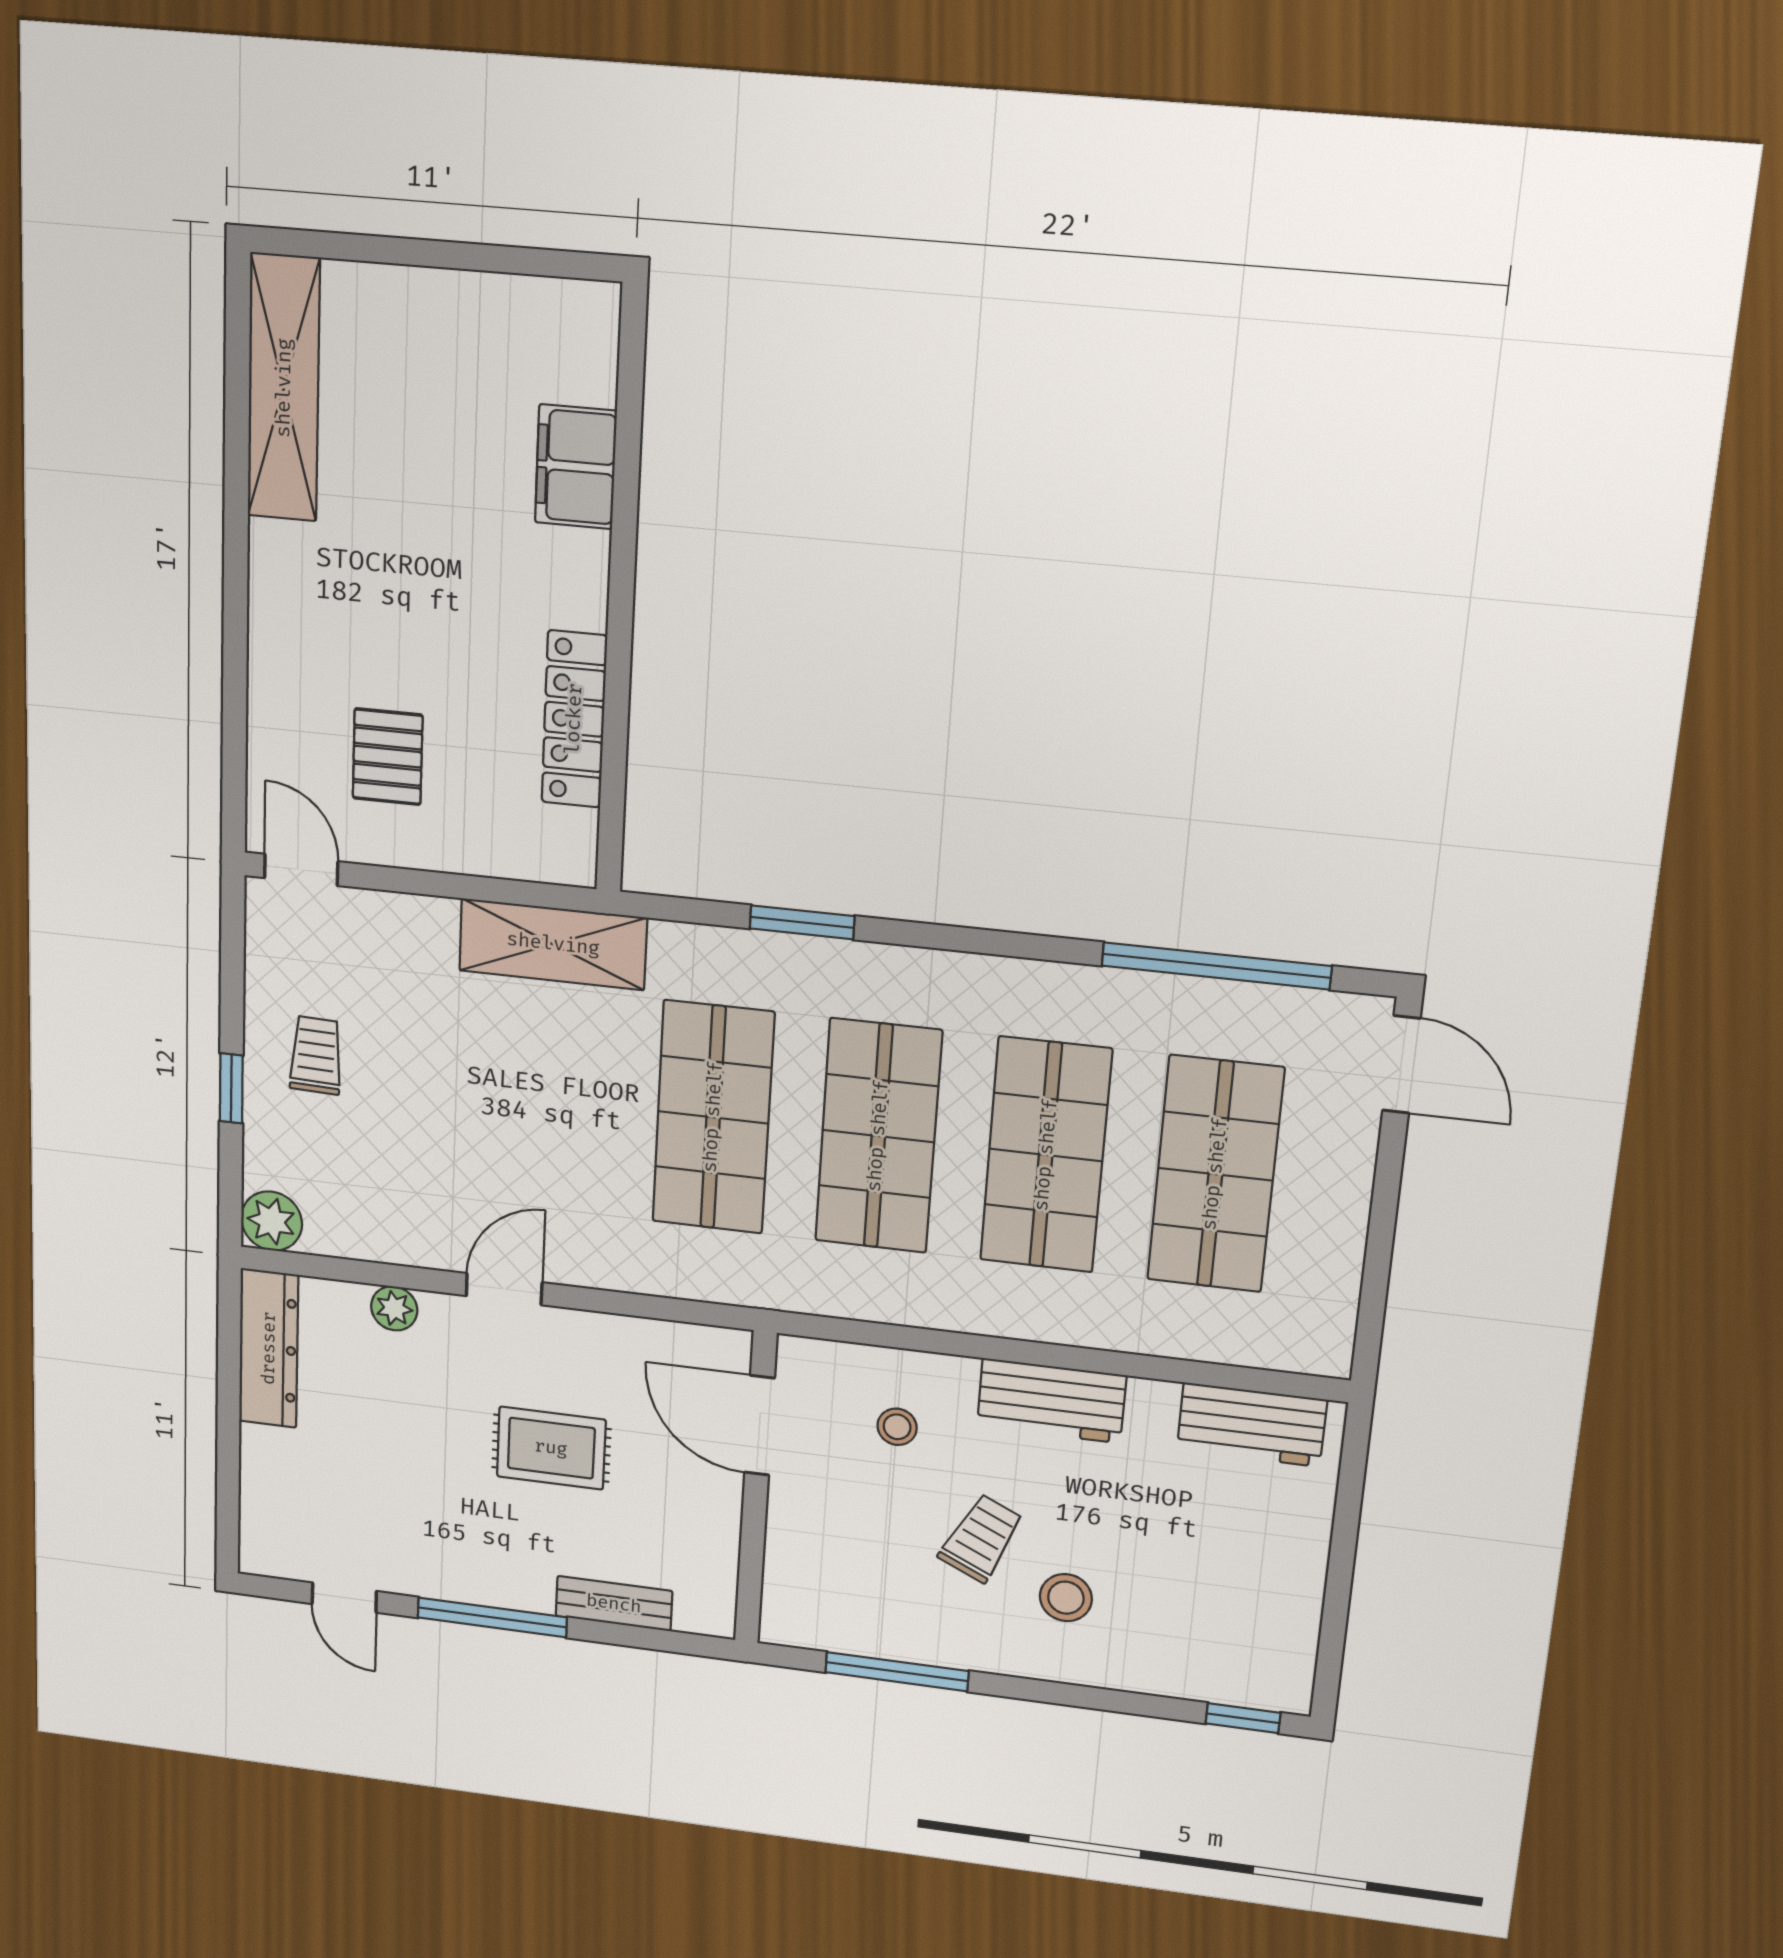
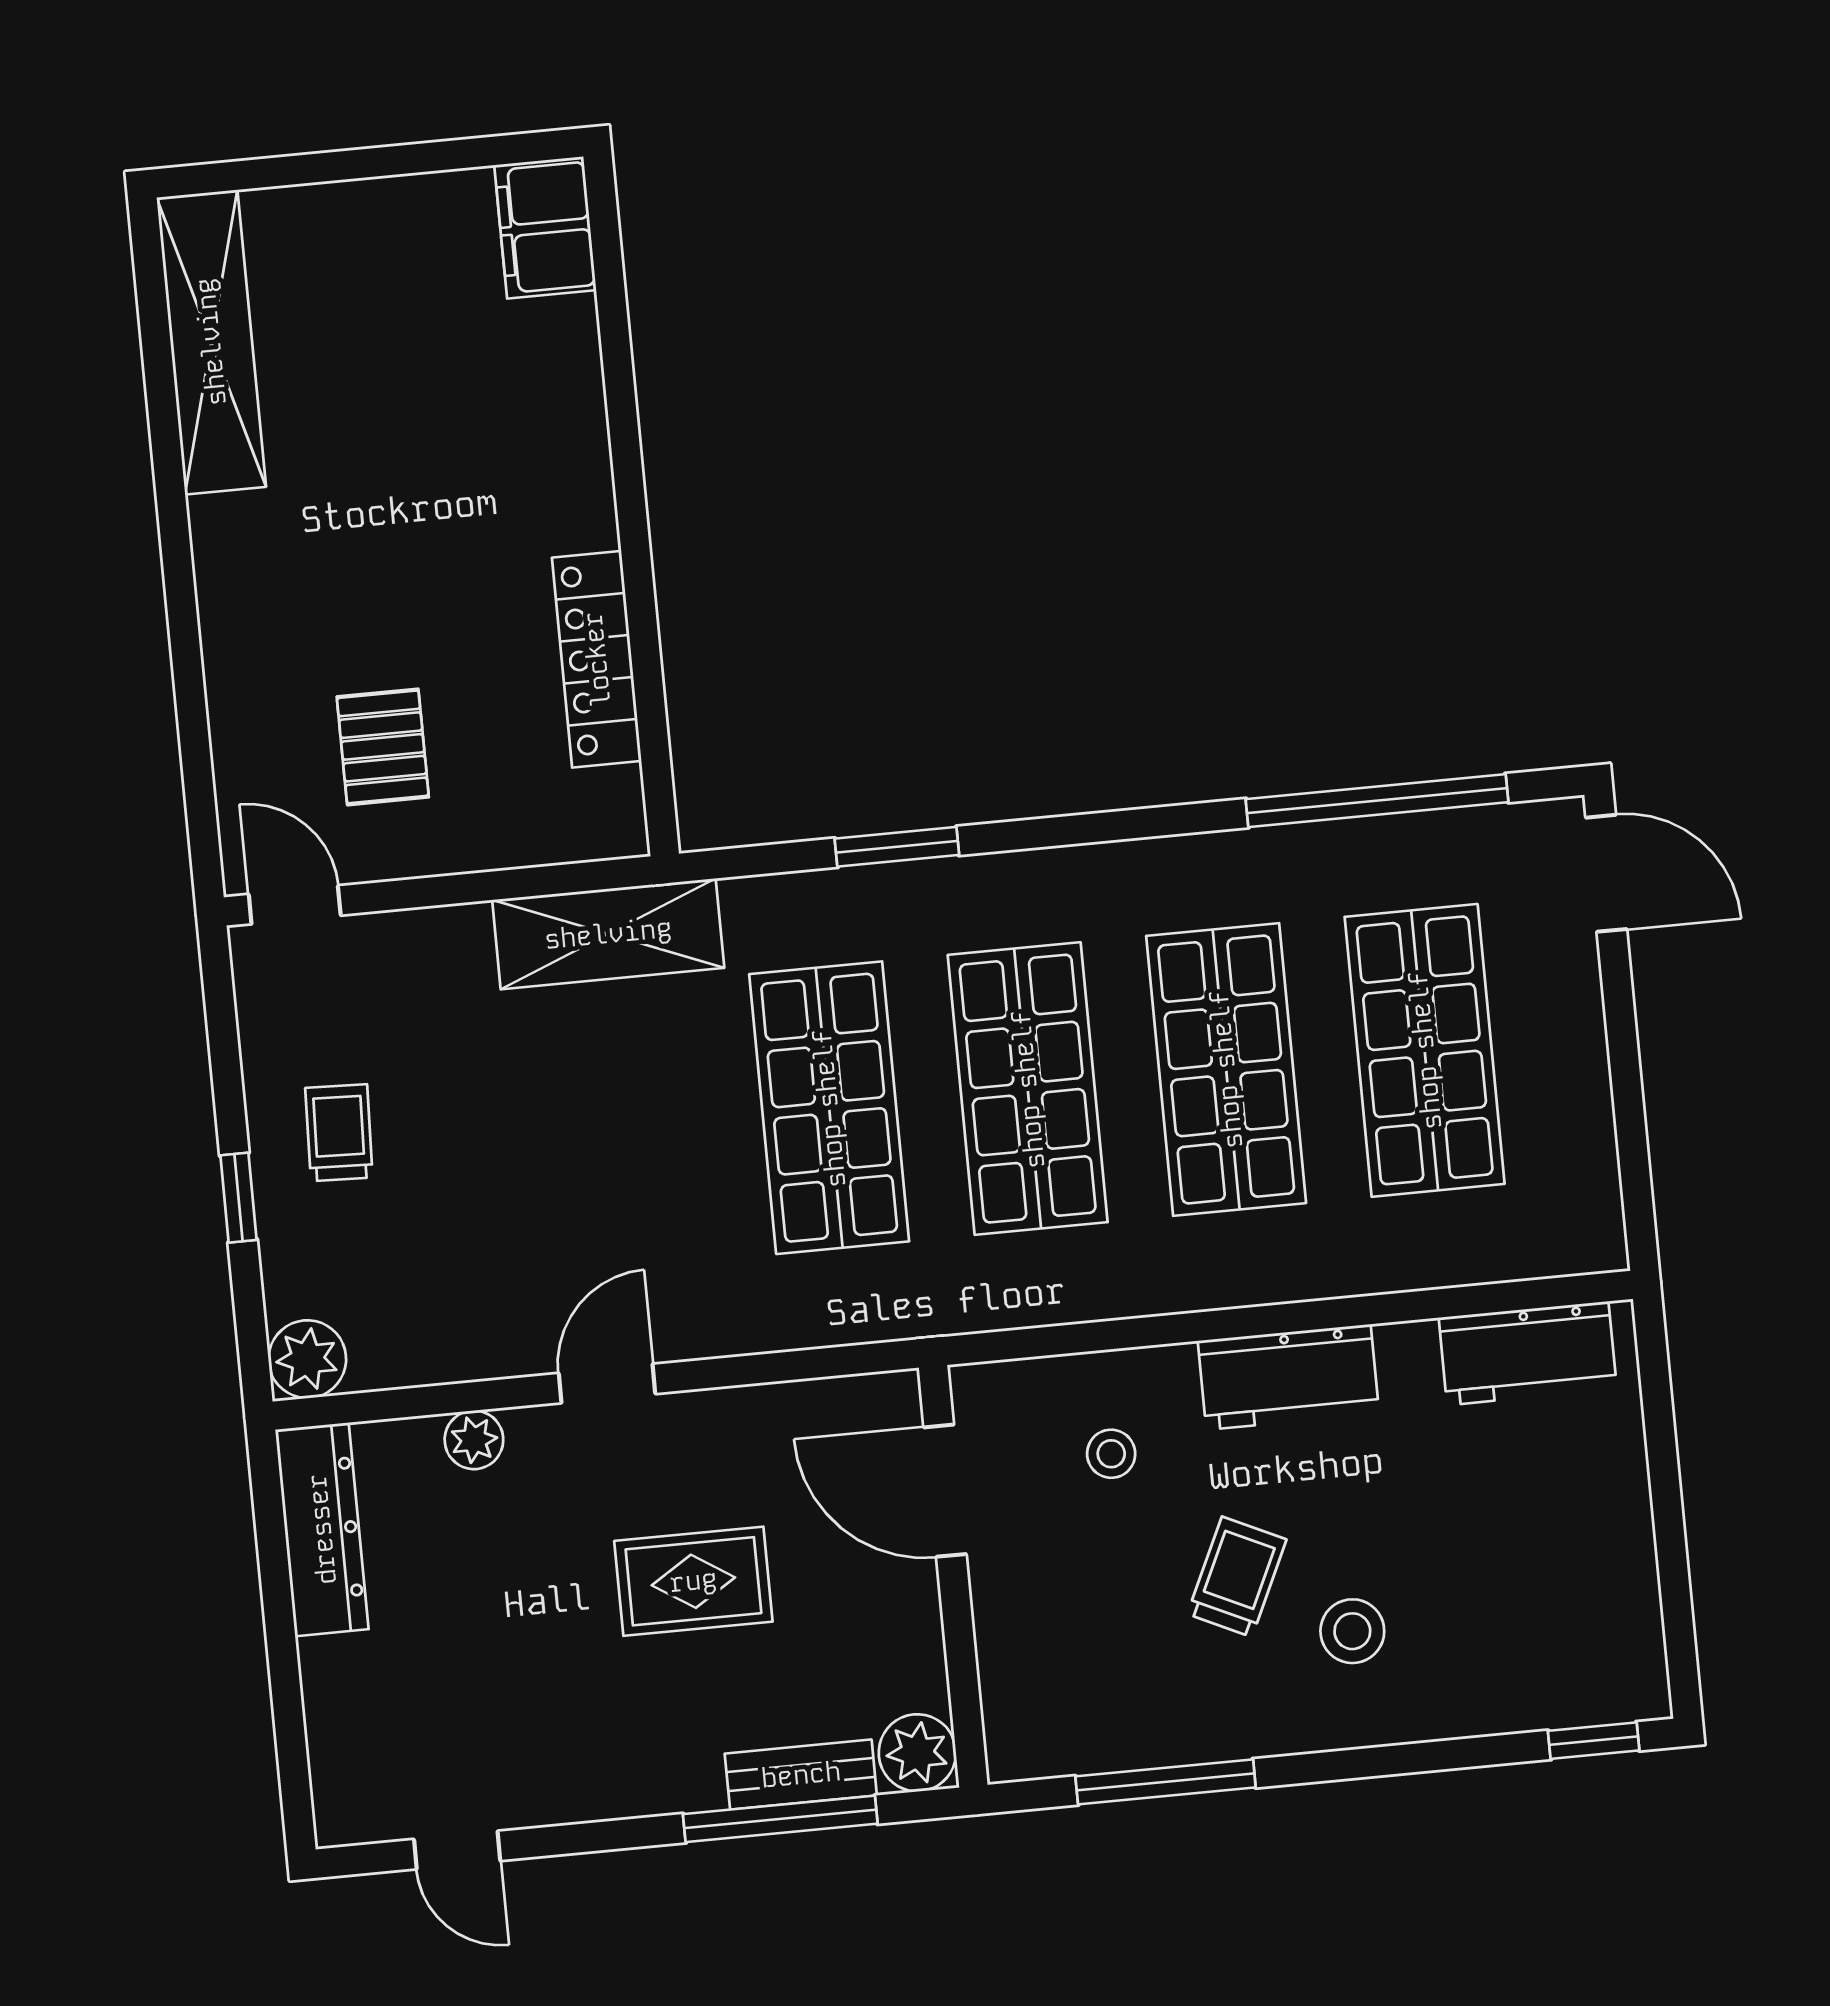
filing cabinet: (576, 467) -> (545, 228), moved
plant: (707, 1608) -> (917, 1753), added
window: (492, 1617) -> (780, 1819), moved

